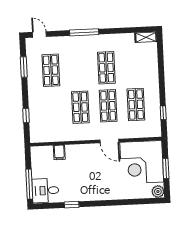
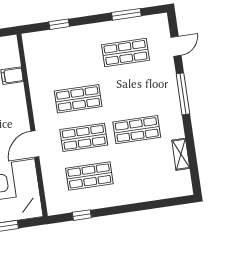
door: (39, 34) -> (176, 46), moved
shelving: (146, 37) -> (181, 154), moved

